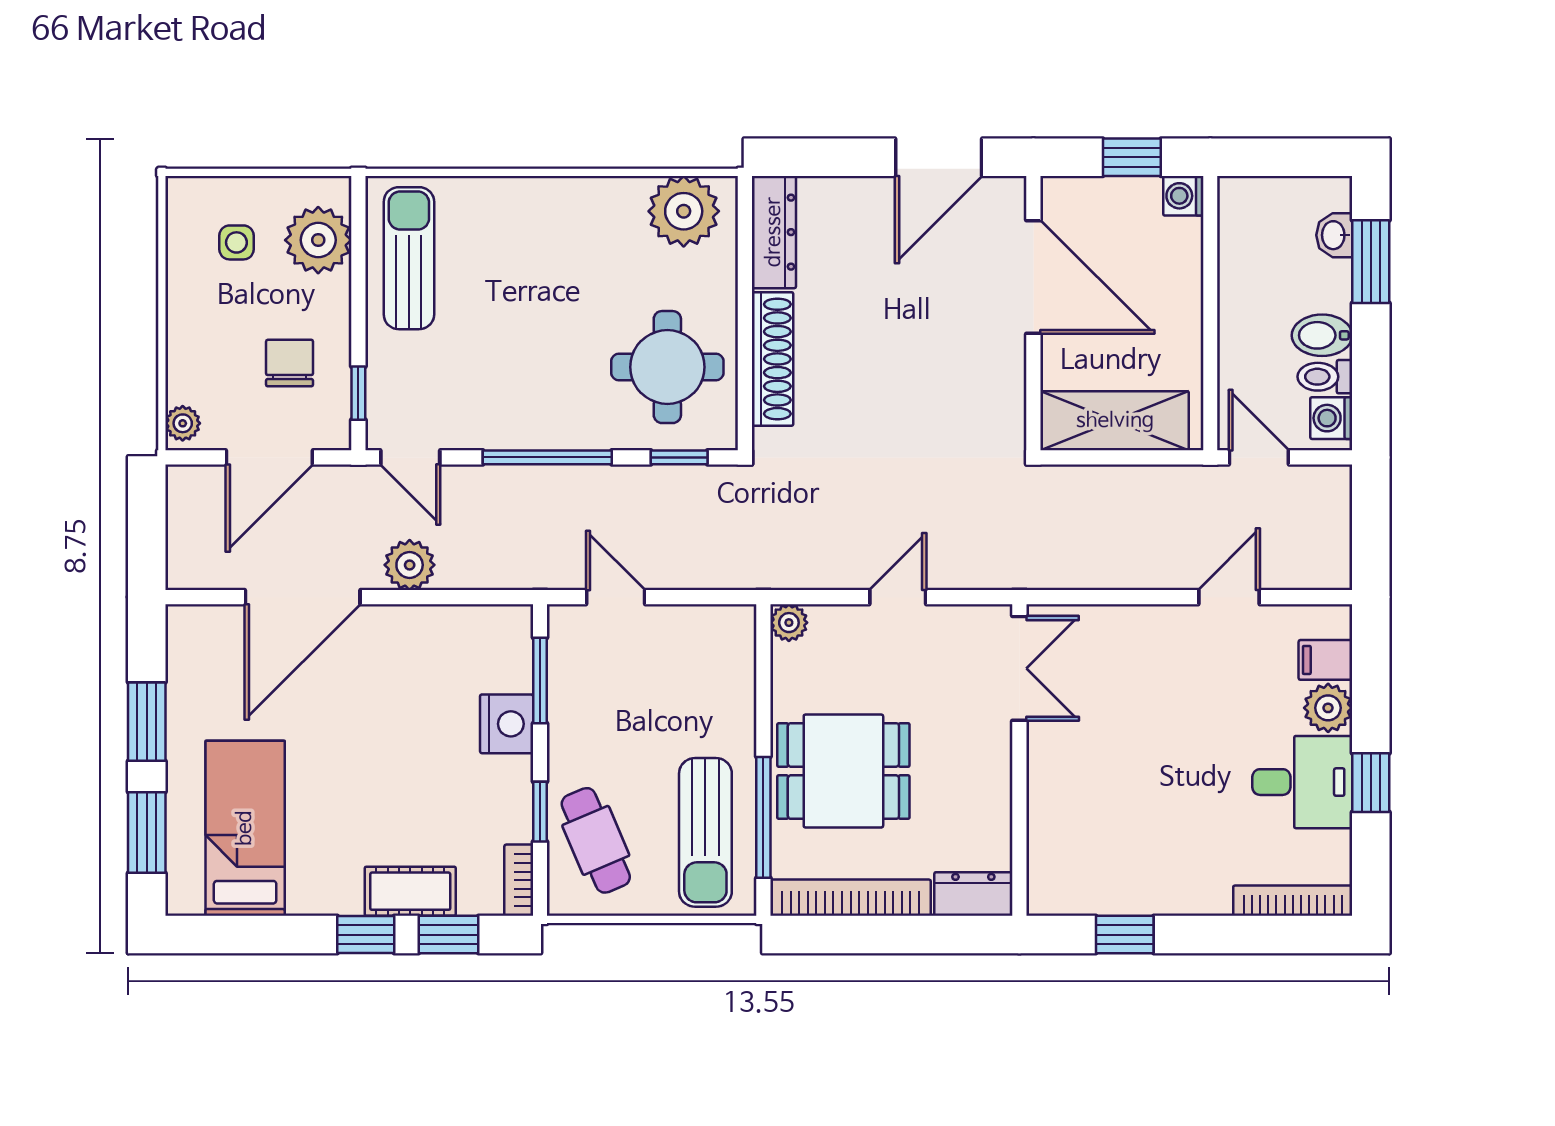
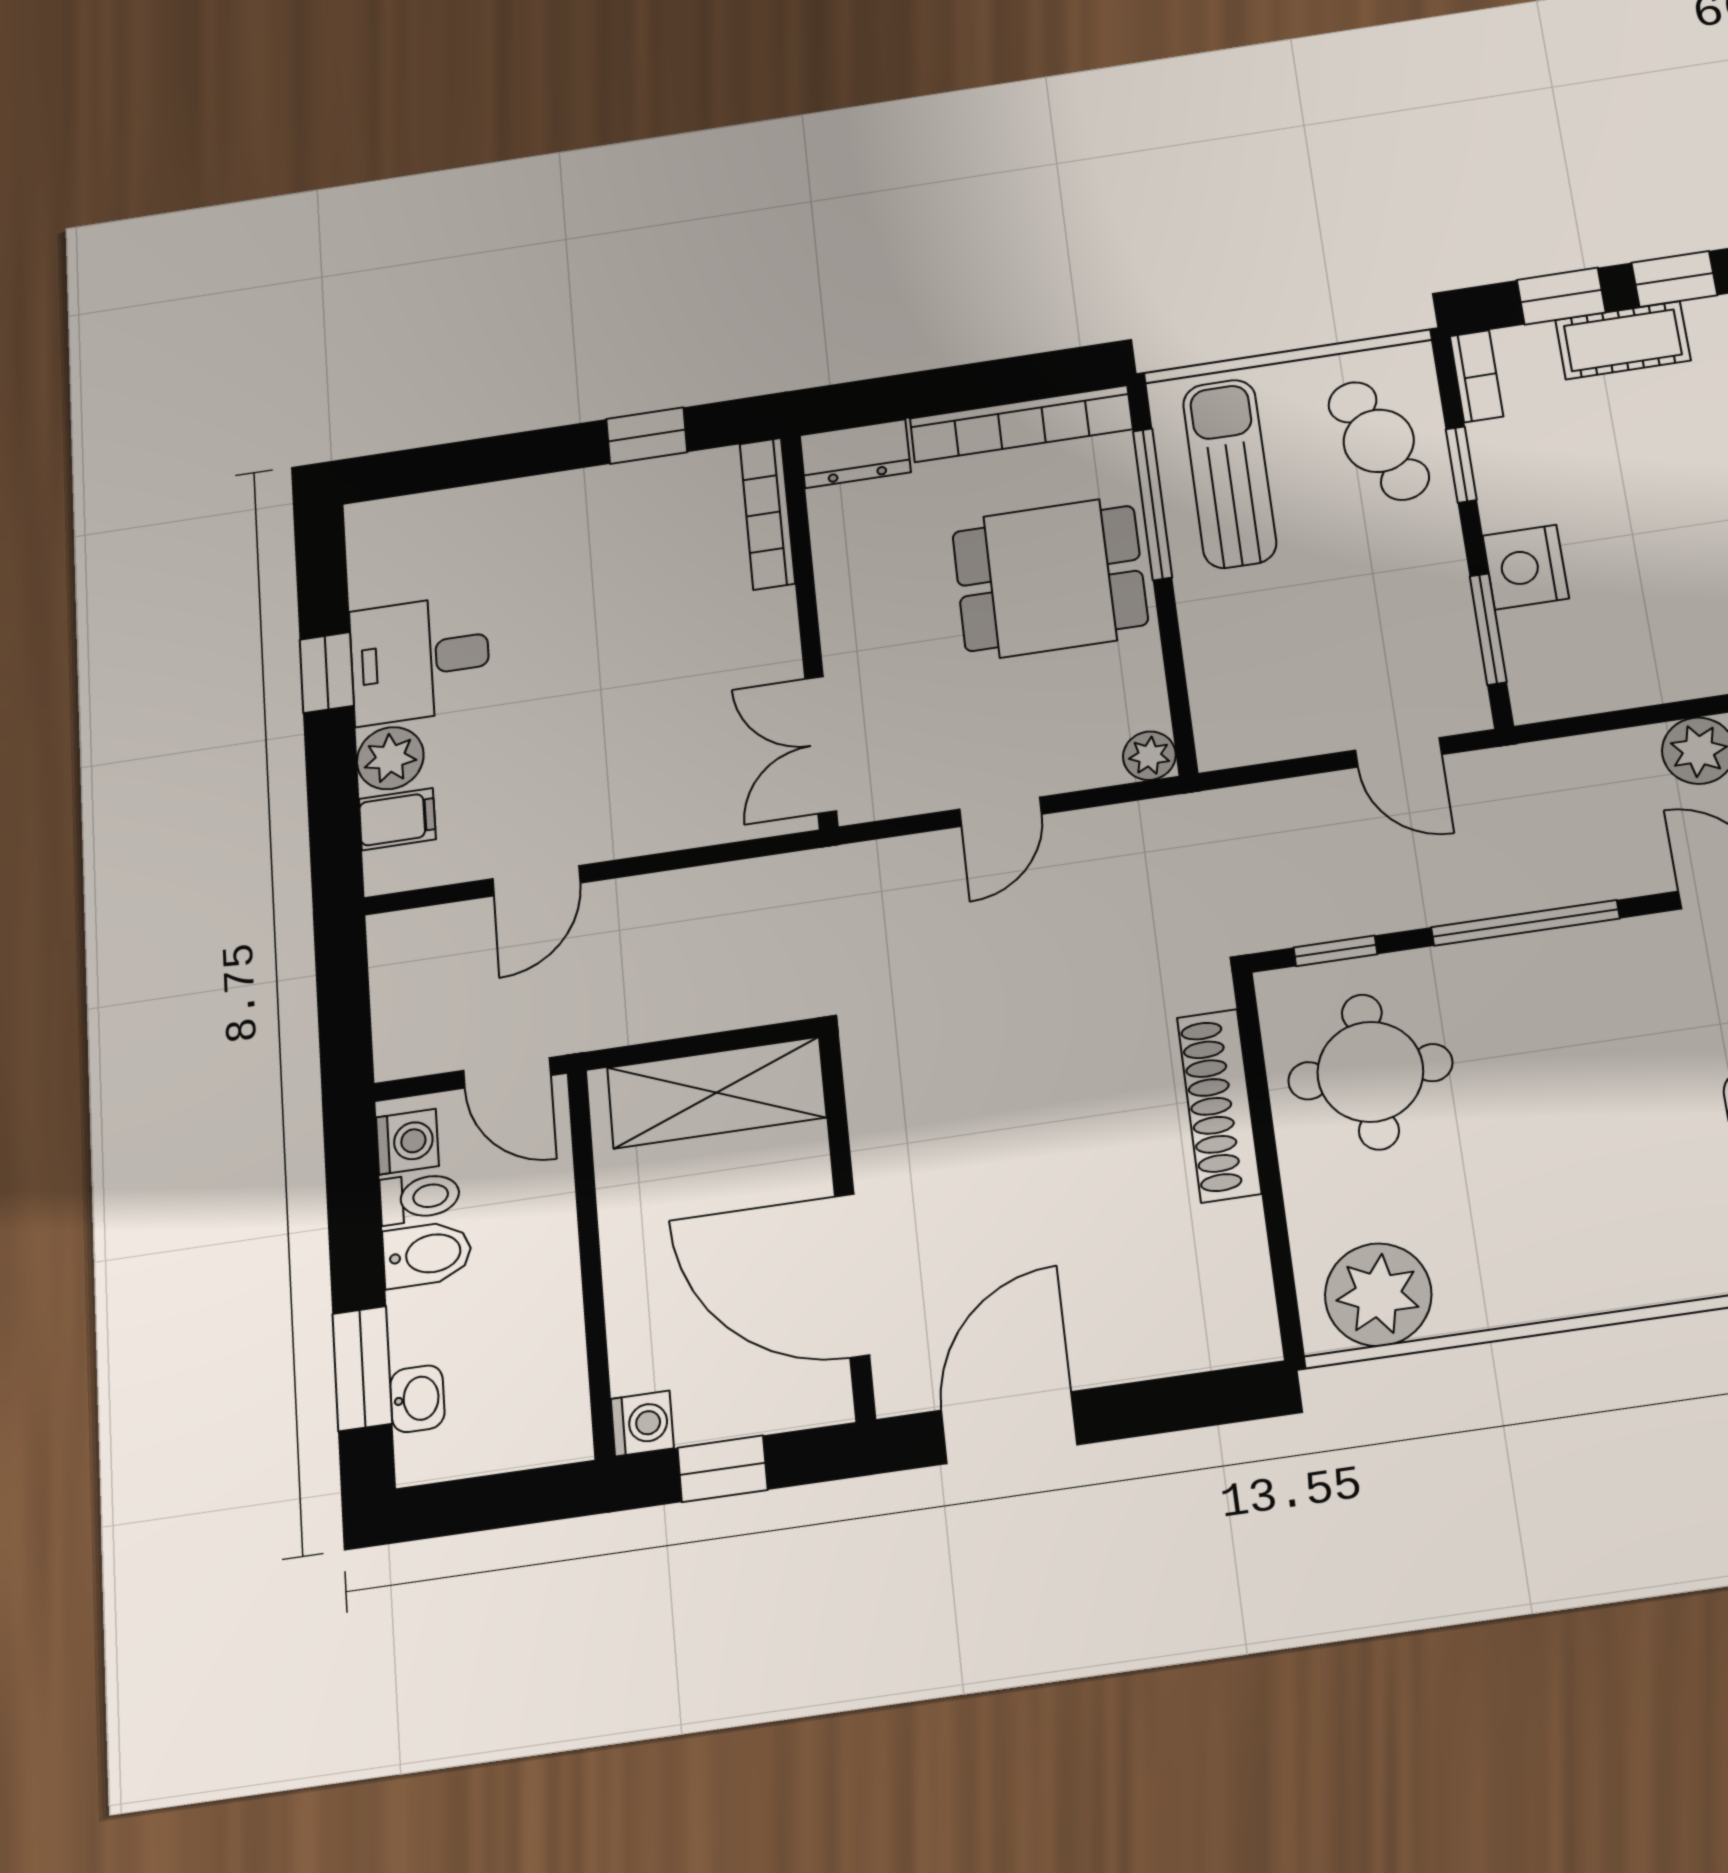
dresser: (774, 232) -> (1241, 1284), removed
bookcase: (1293, 901) -> (767, 513), moved, turned 90

